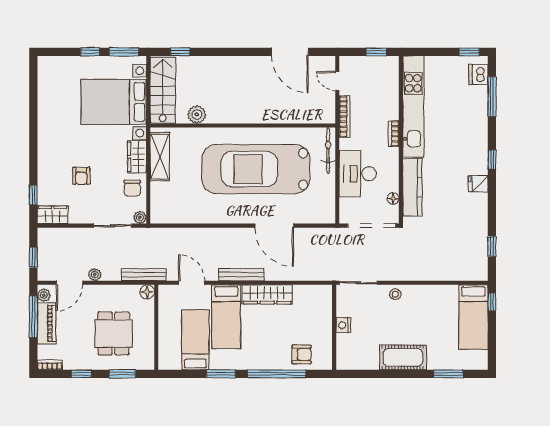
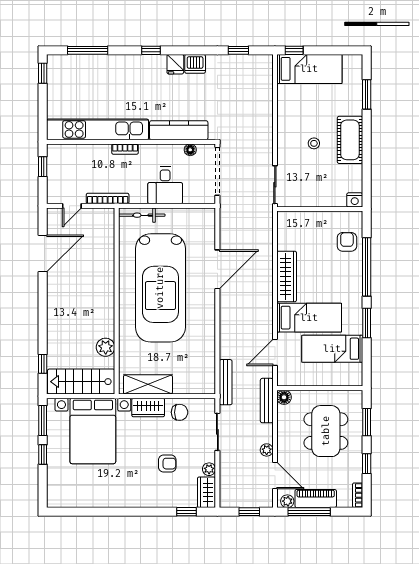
dishwasher: (478, 74) -> (195, 64), moved
desk: (358, 174) -> (165, 185), width x0.73
plant: (140, 217) -> (209, 469), moved
bench: (241, 275) -> (226, 382), moved
stool: (395, 294) -> (314, 143), moved
nightstand: (343, 325) -> (355, 200), moved
dining table: (113, 333) -> (326, 431), width x1.37

